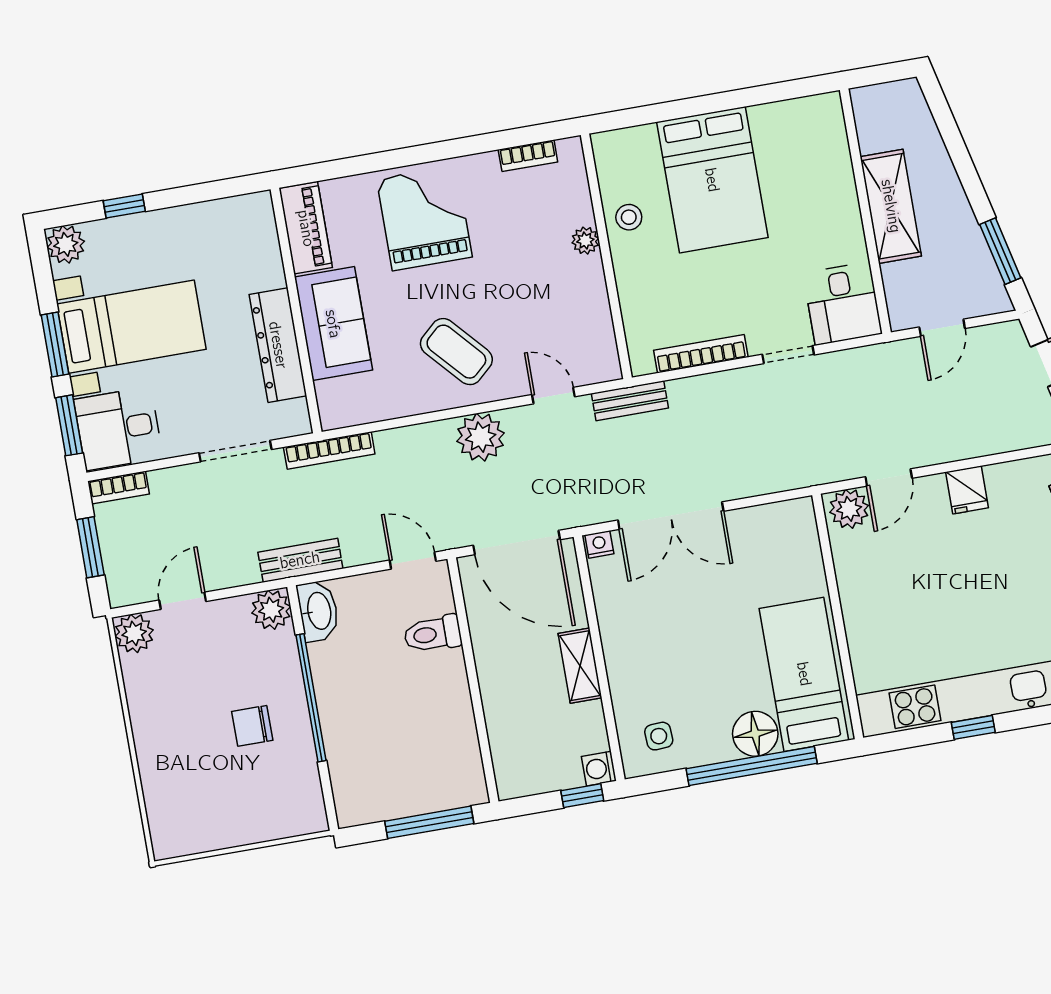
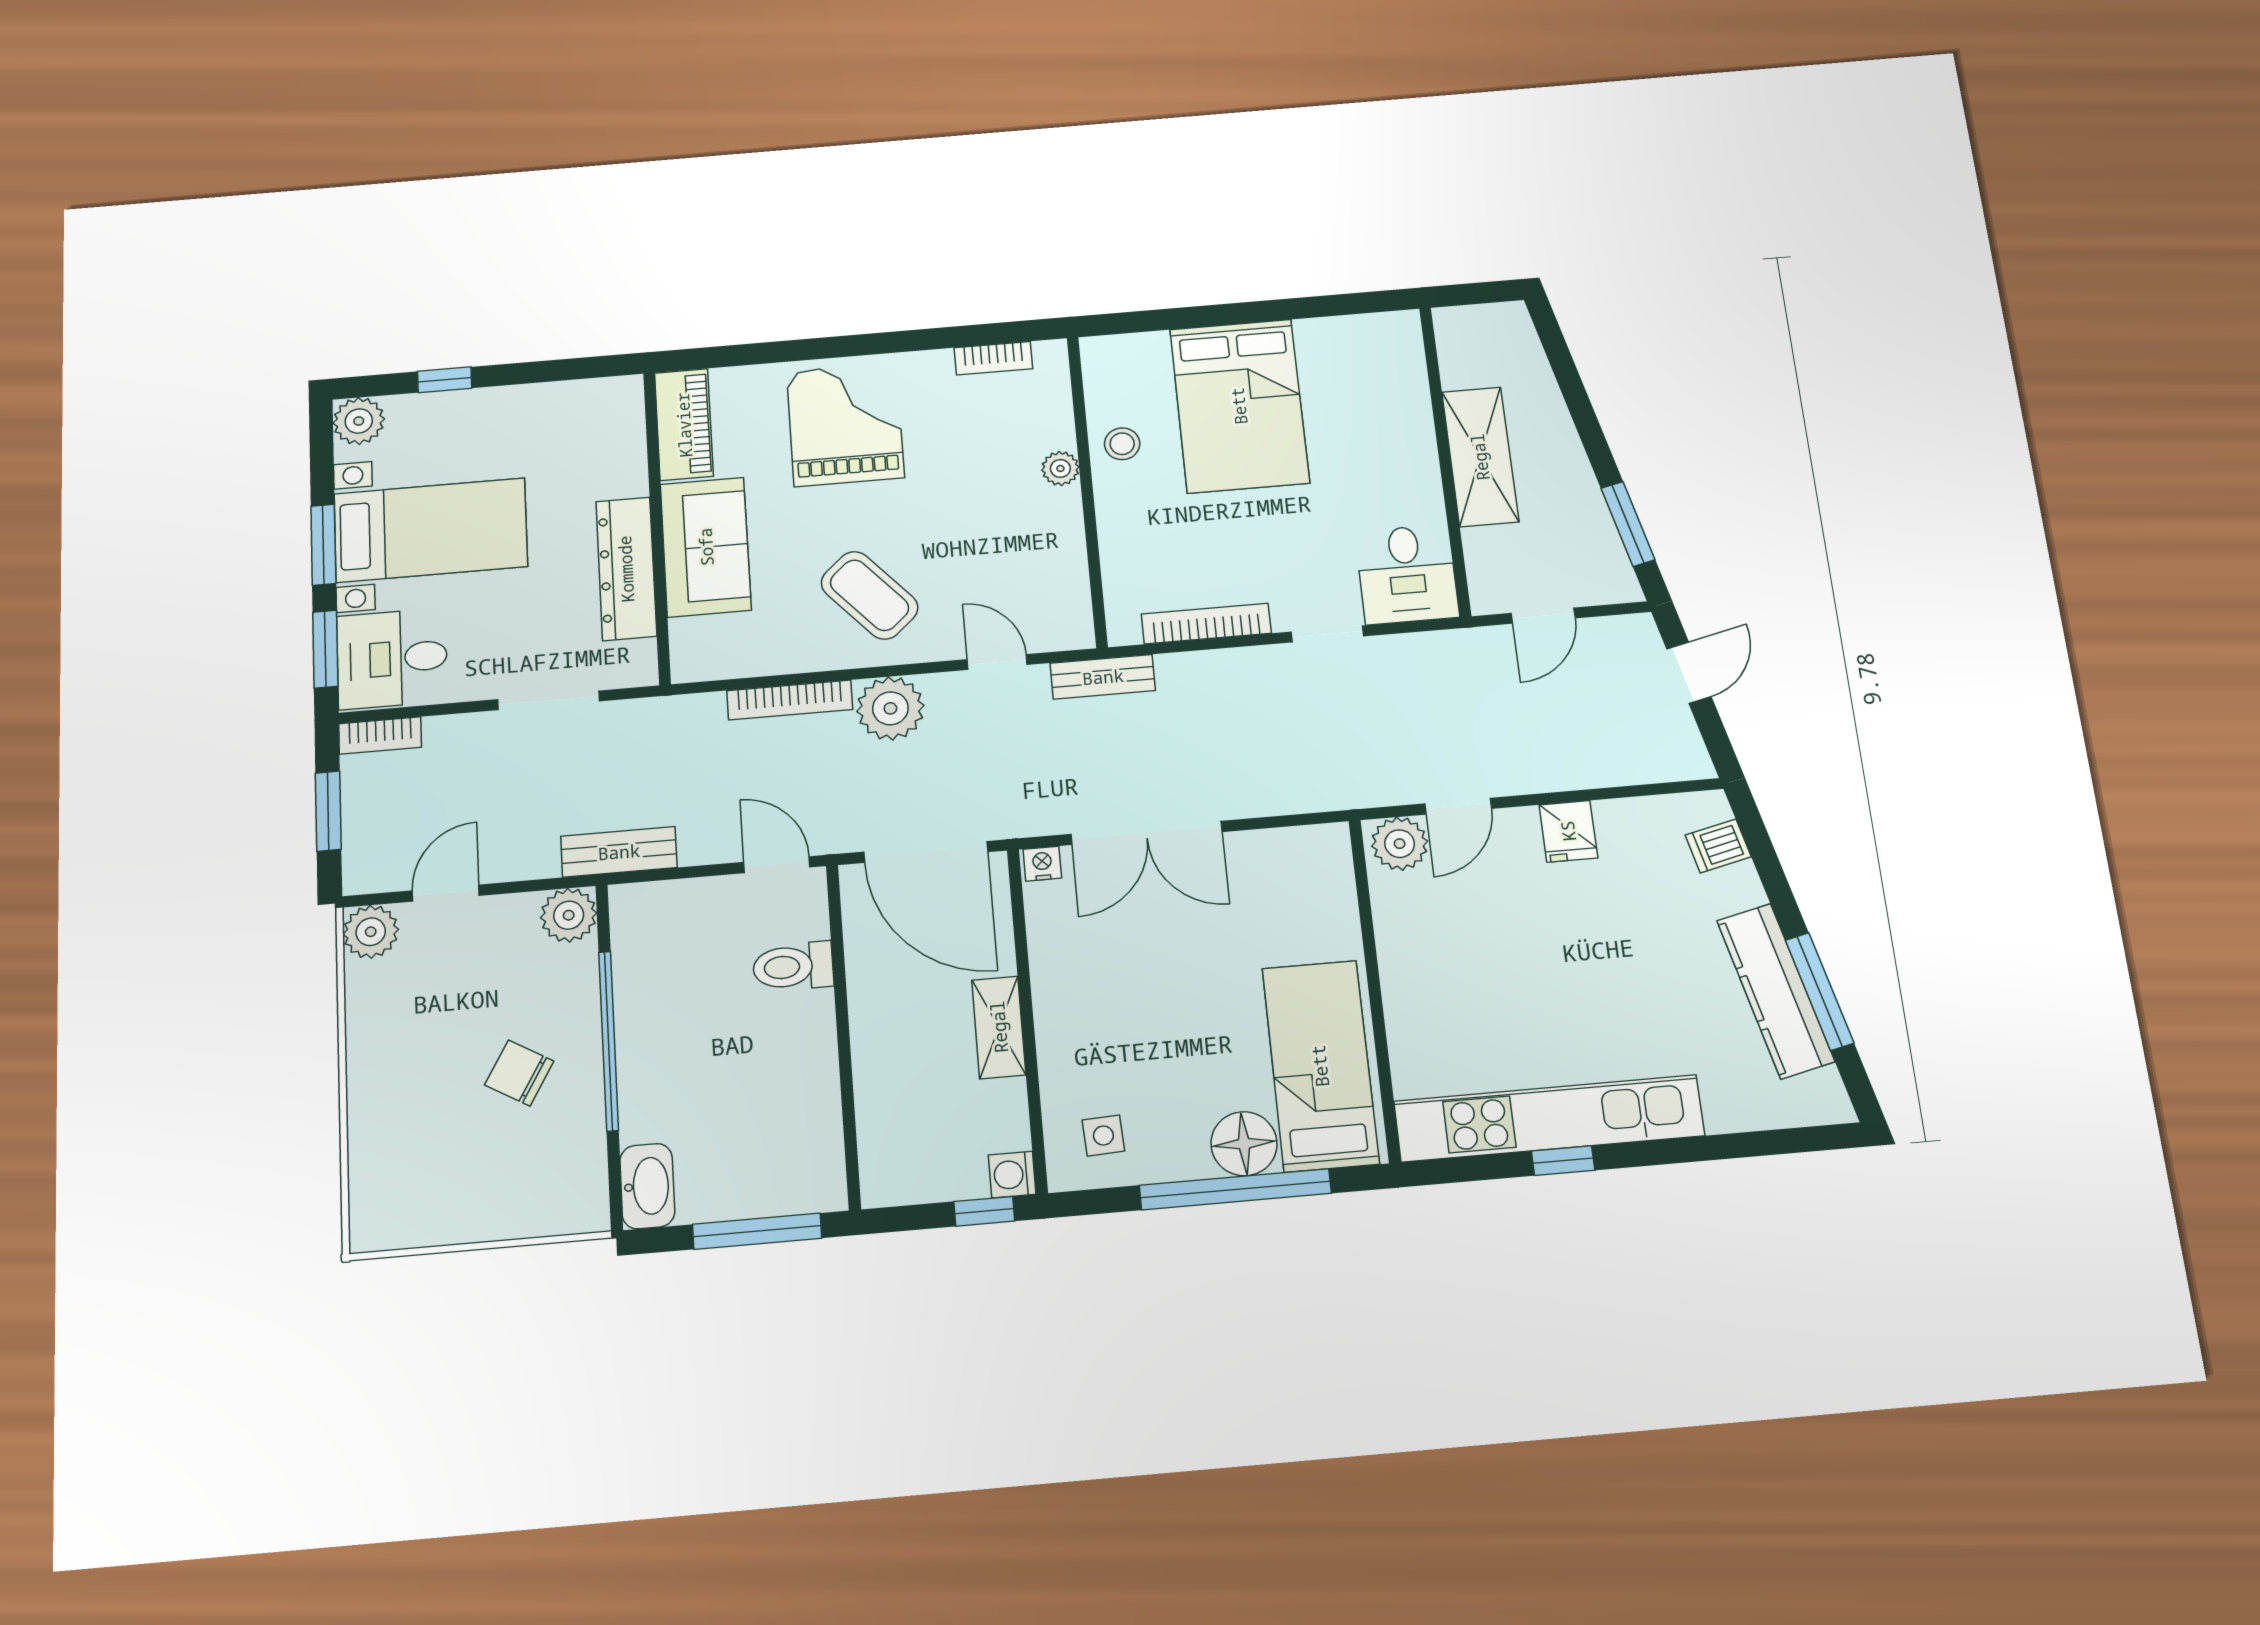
bookcase: (329, 450) -> (790, 700), moved
washbasin: (318, 611) -> (647, 1186), moved
chair: (252, 726) -> (519, 1073), turned 30

